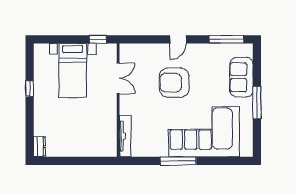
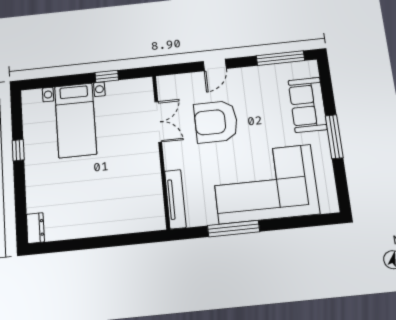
double door: (118, 78) -> (158, 122), moved
wall: (118, 100) -> (161, 151), moved
tv unit: (125, 136) -> (175, 199), moved

